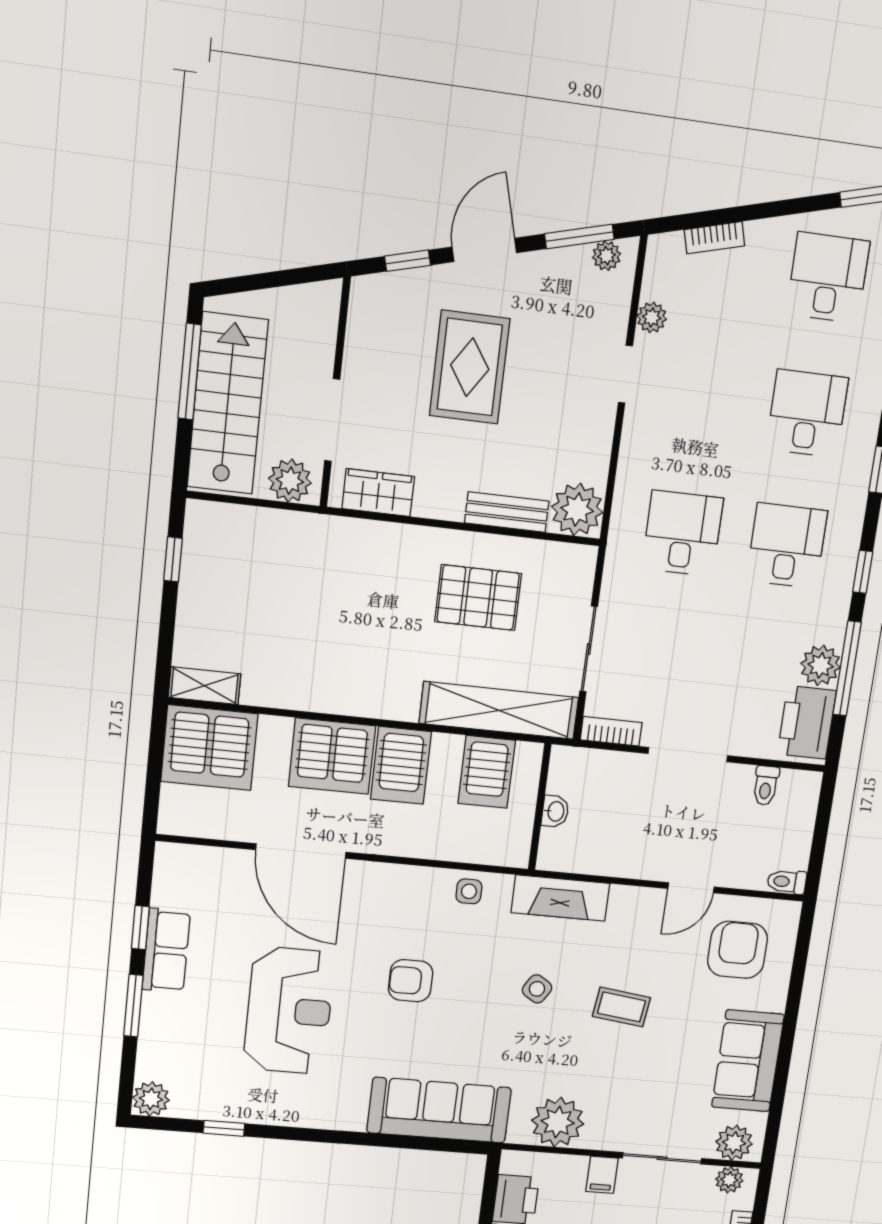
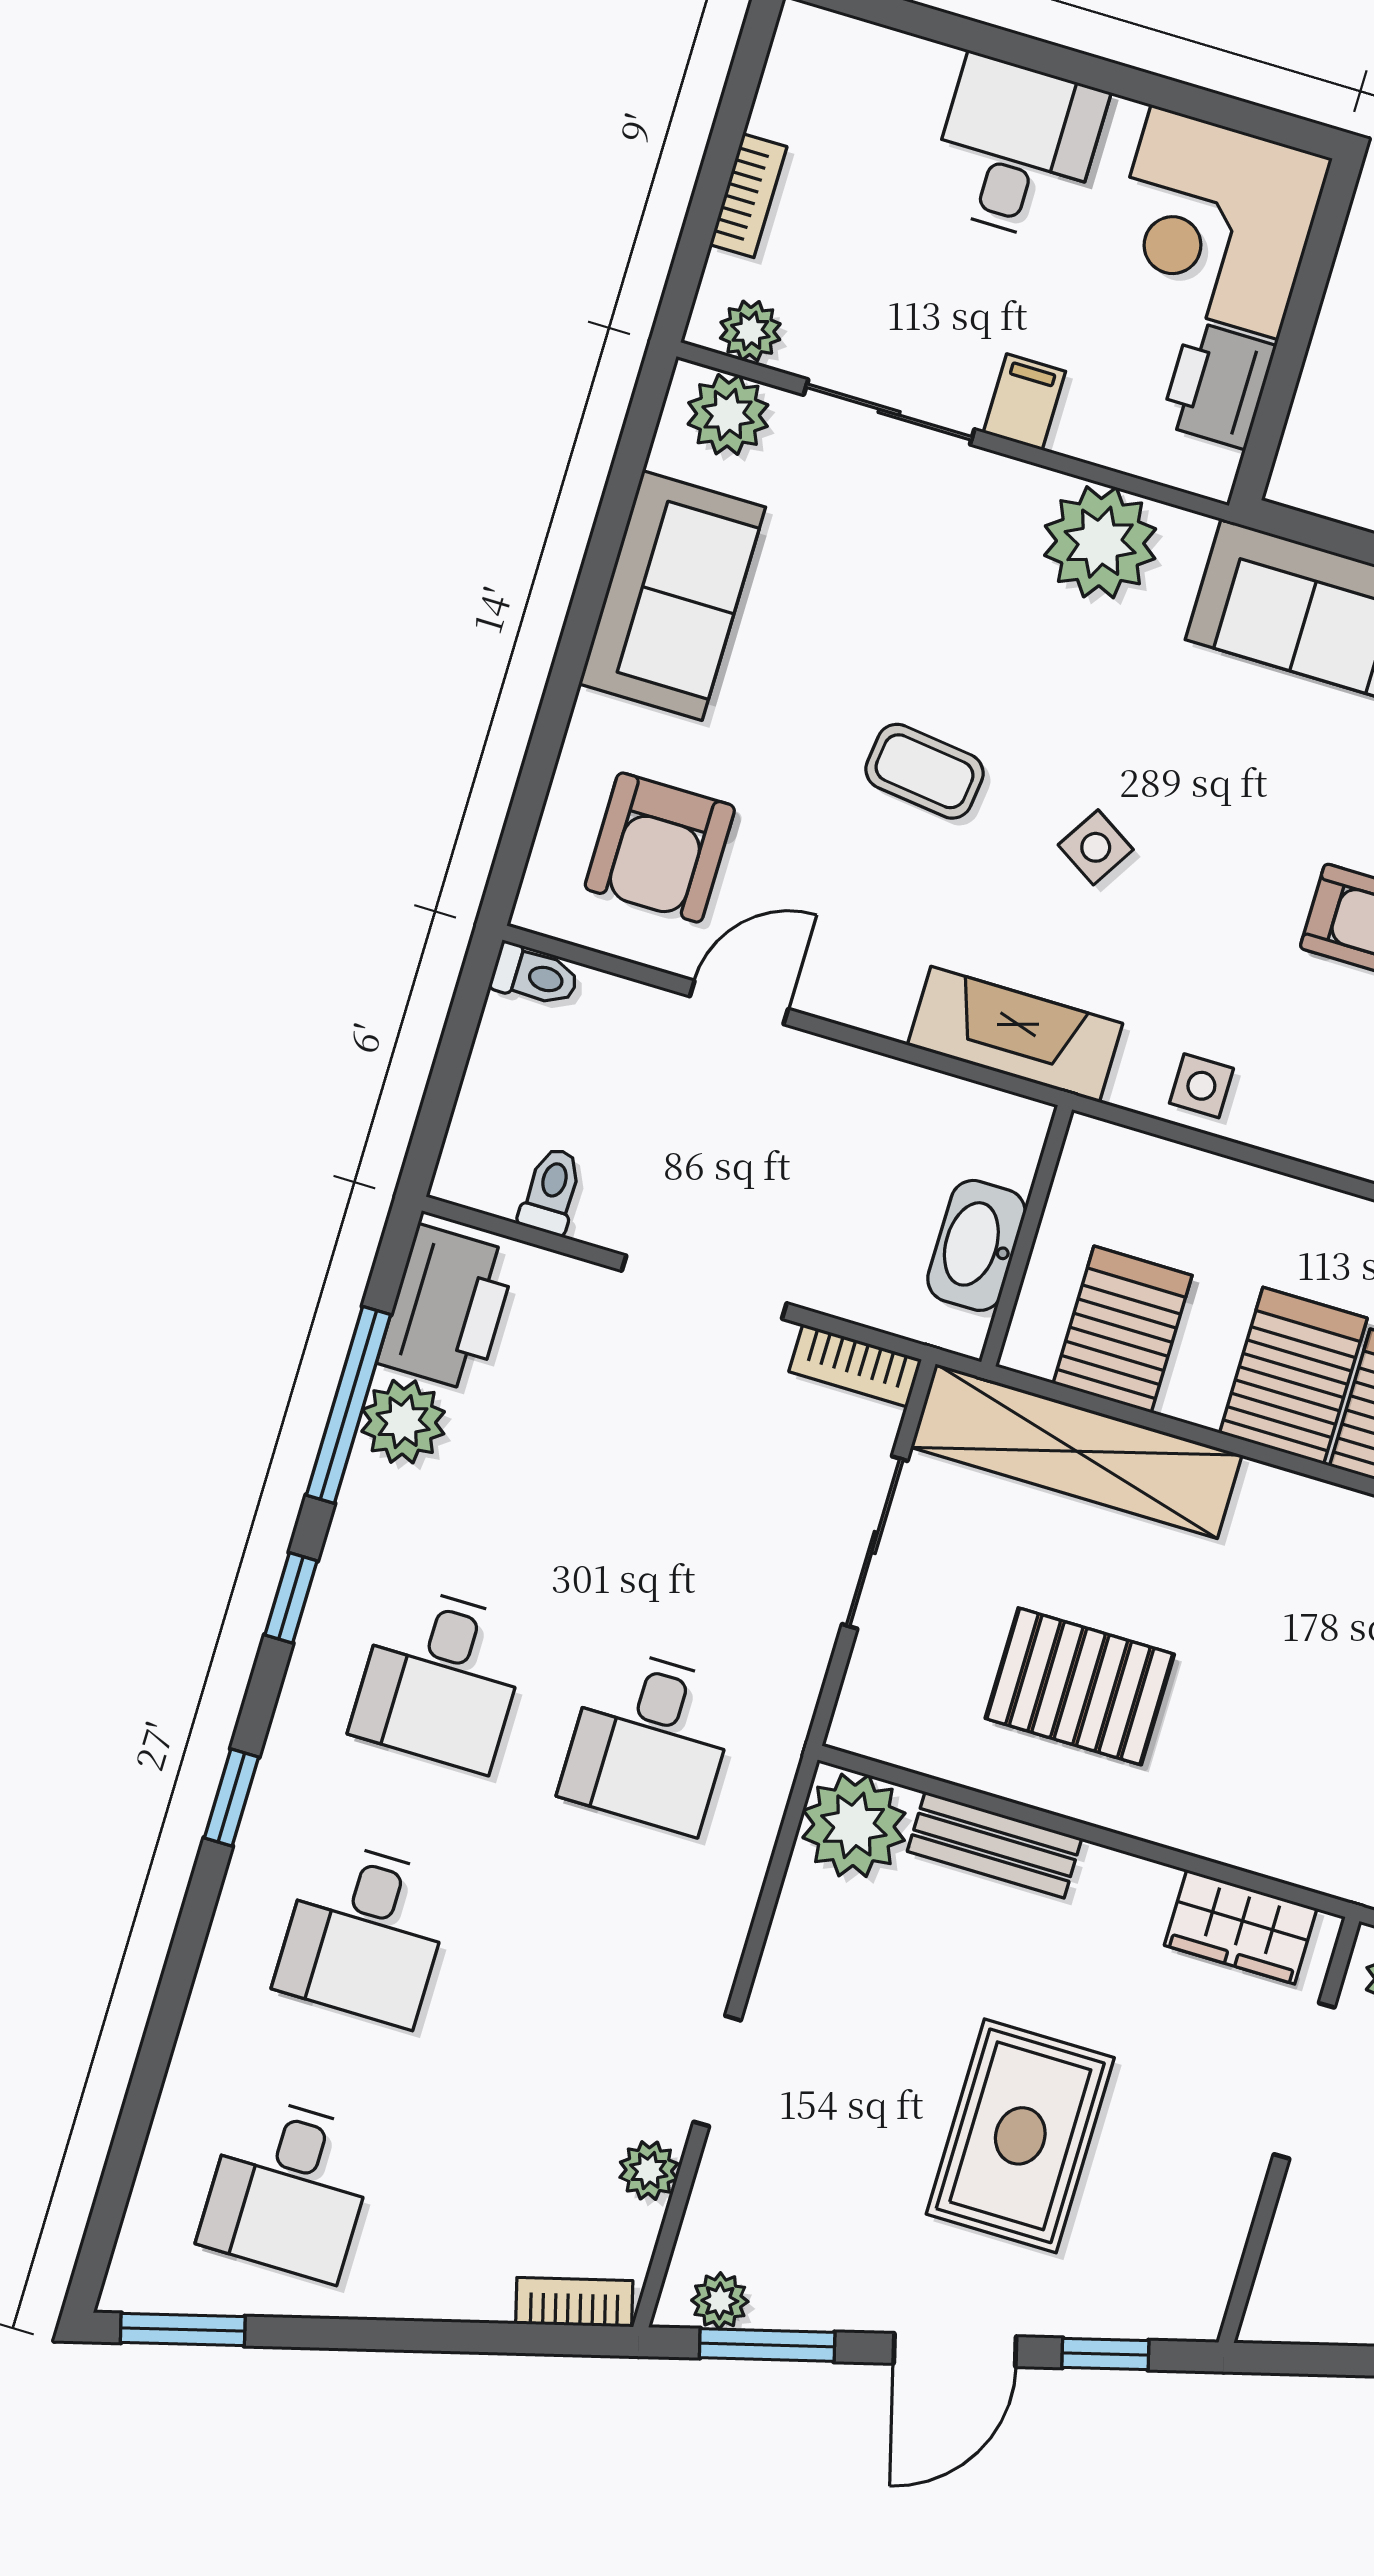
bookcase: (714, 238) -> (574, 2302), moved
washbasin: (555, 811) -> (976, 1245), width x1.91, depth x1.45

